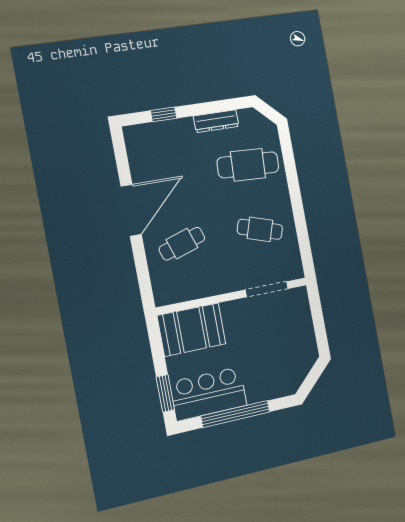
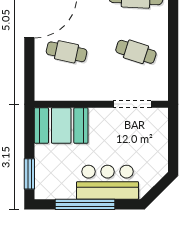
cafe table: (182, 244) -> (67, 52), turned 30
bar counter: (209, 394) -> (107, 182), moved

